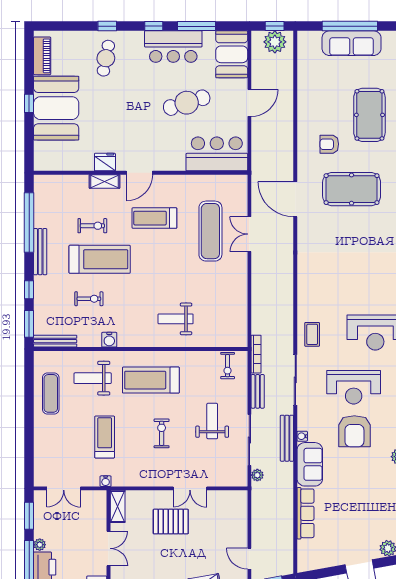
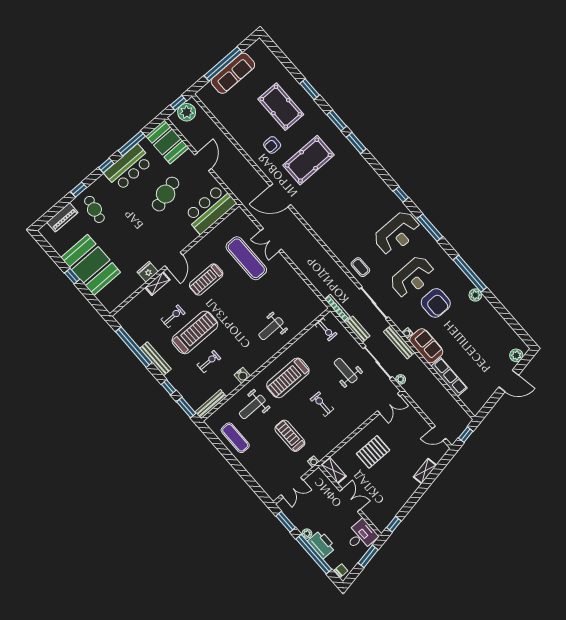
piano: (42, 56) -> (62, 217), moved, turned 90
double door: (190, 488) -> (389, 404), moved

